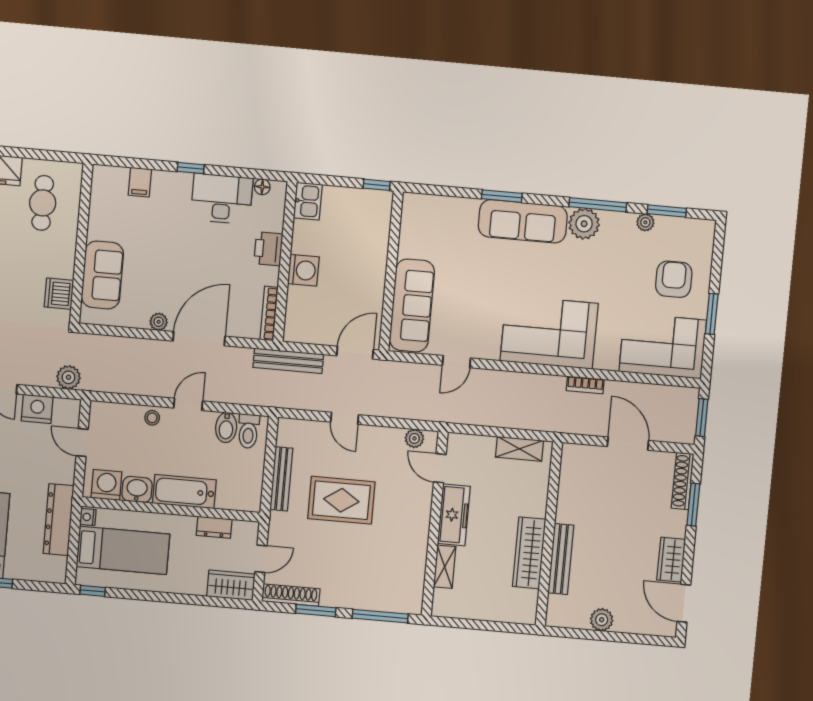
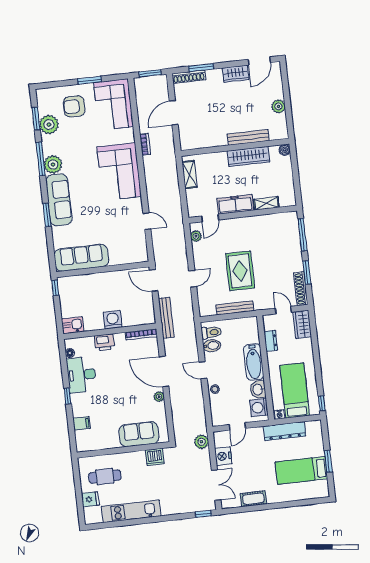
plant: (645, 222) -> (49, 125), width x1.88, depth x1.88
sofa: (412, 305) -> (81, 258), moved
boiler: (527, 615) -> (285, 150), added

